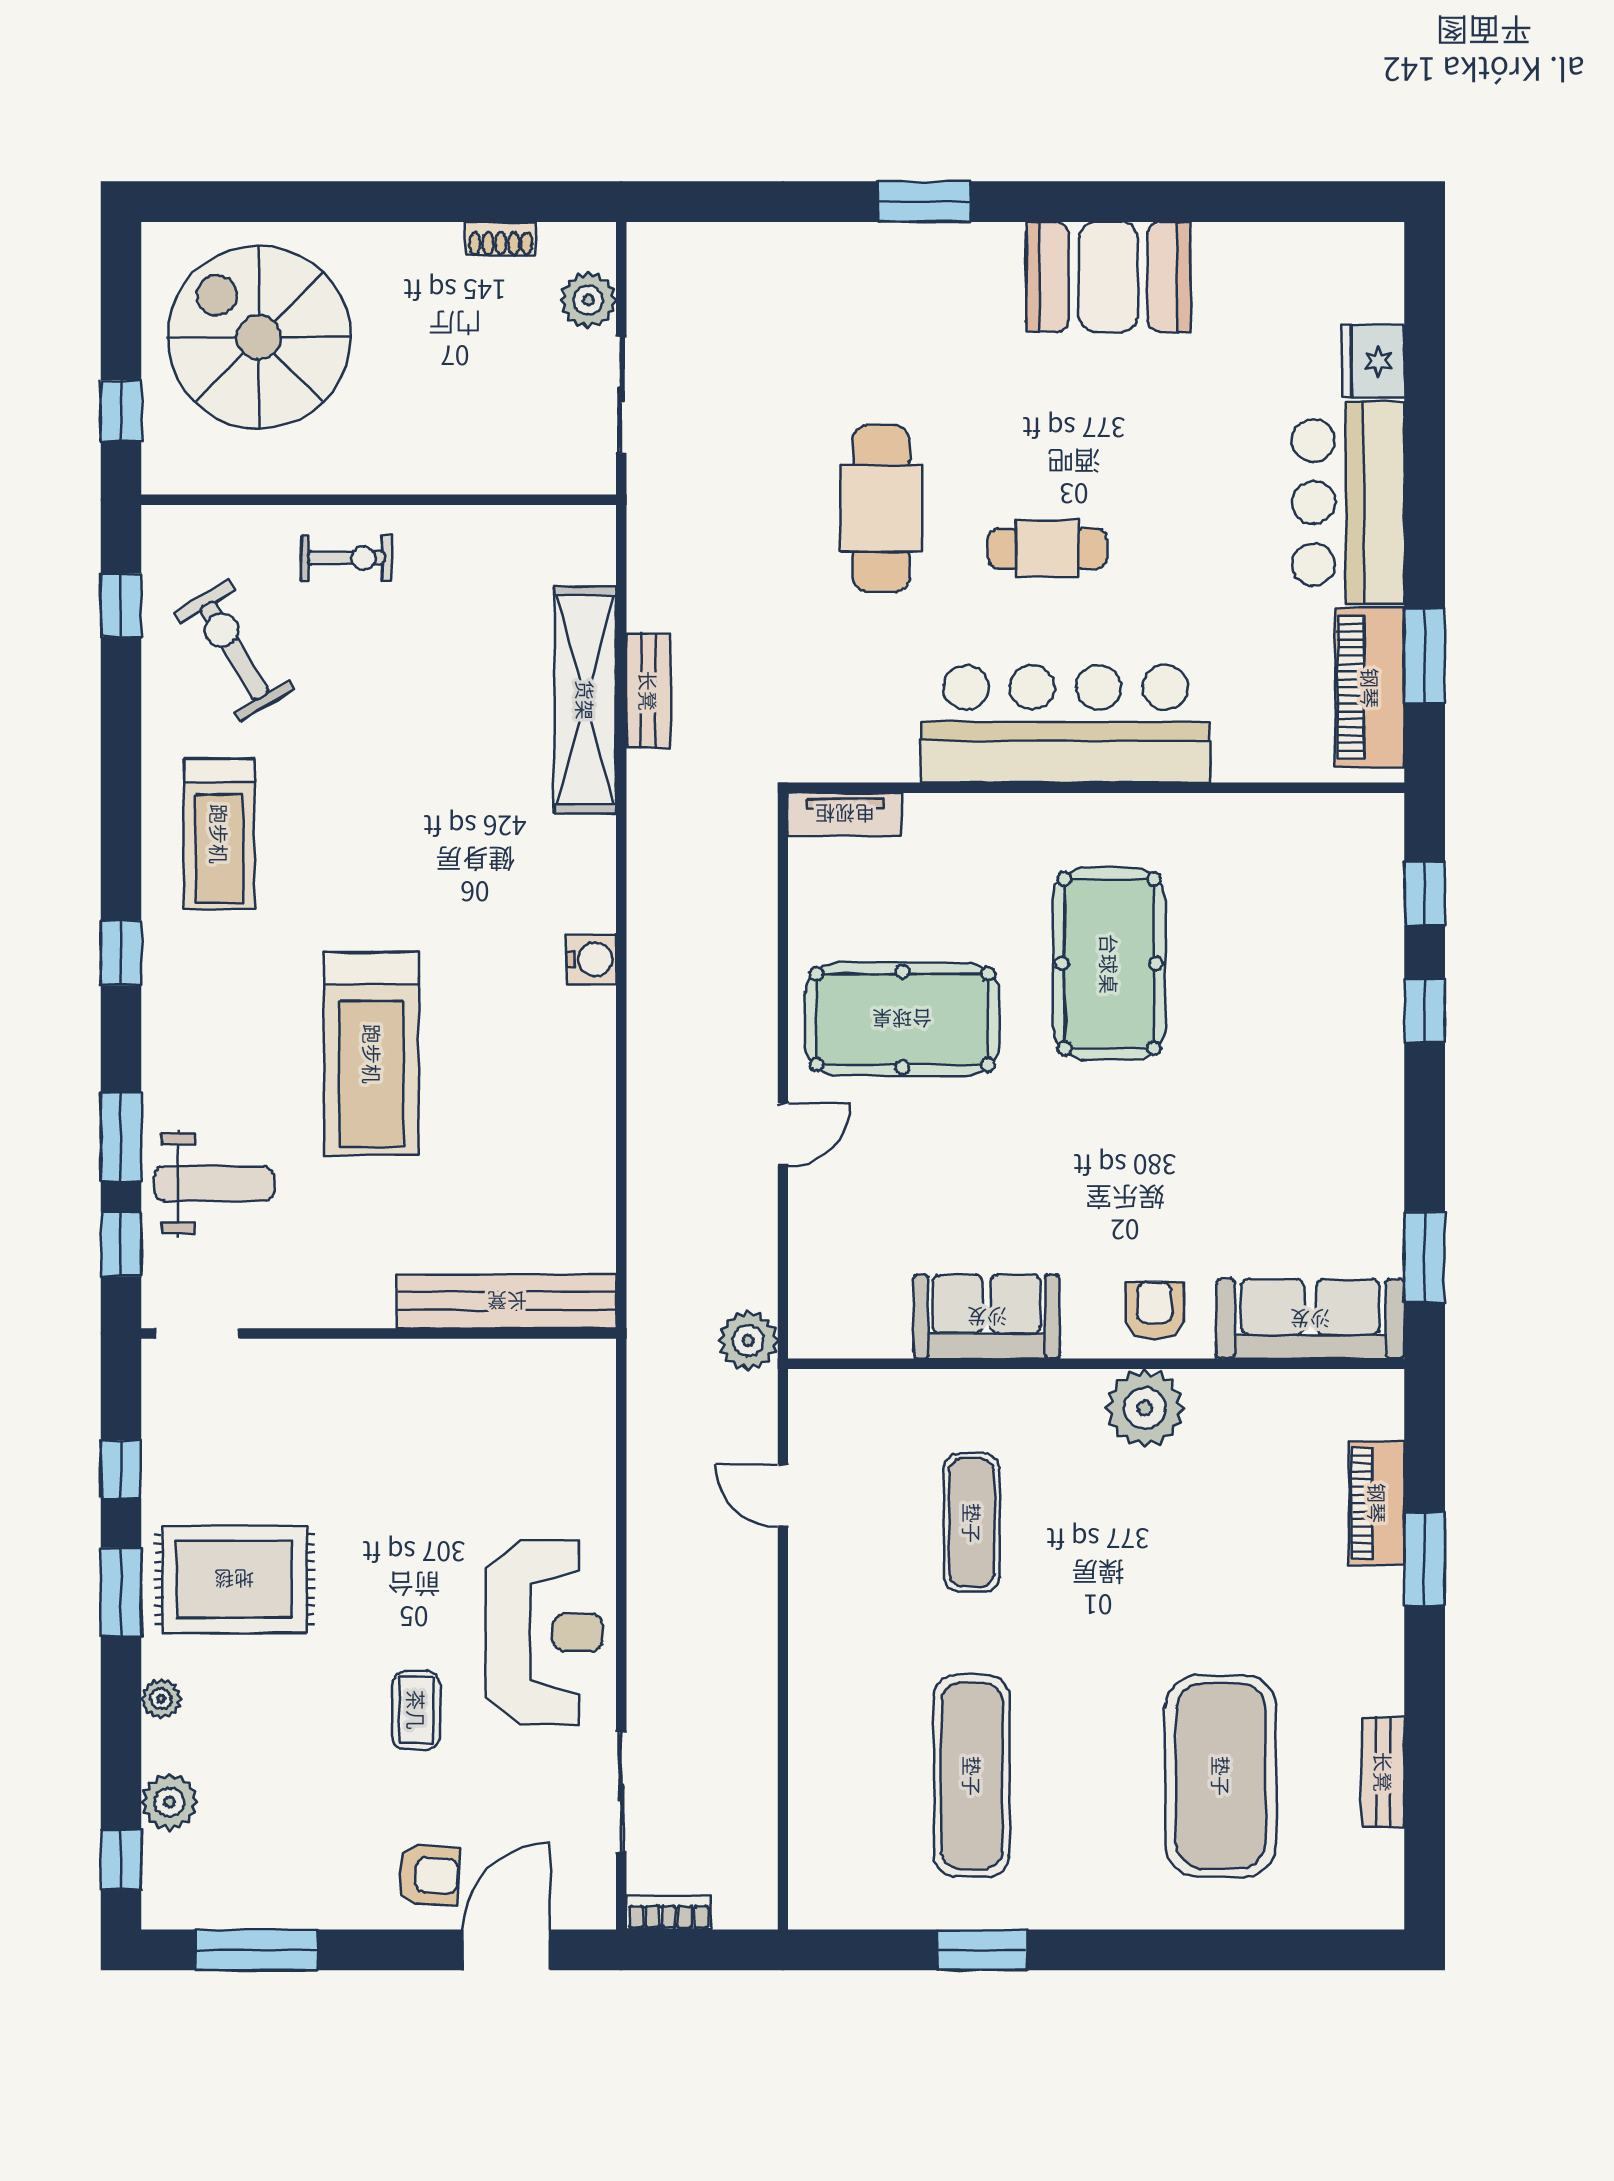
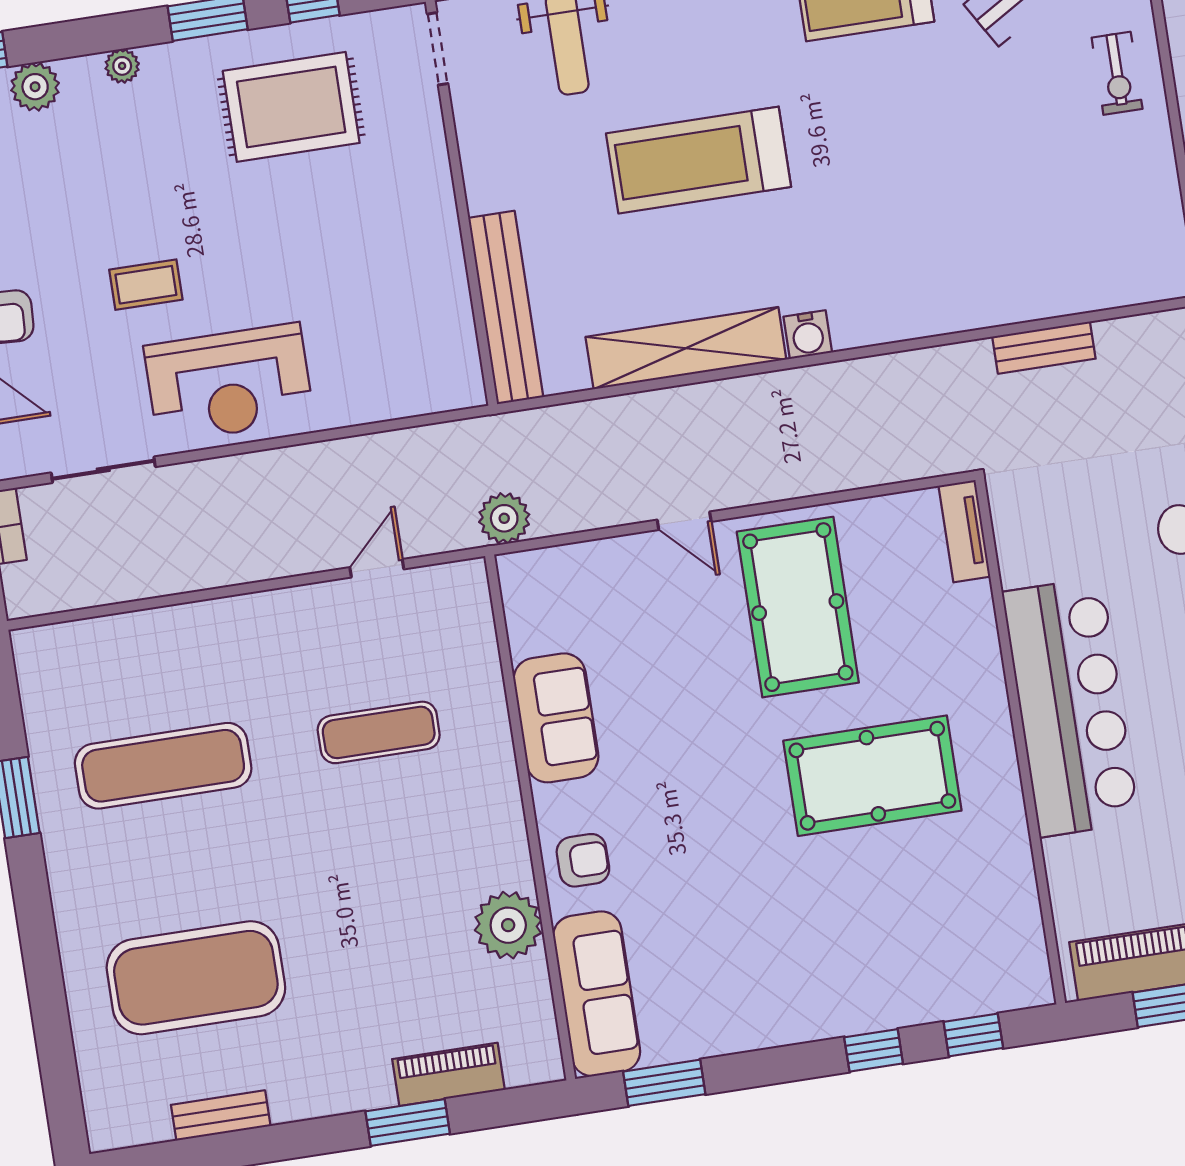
shelving: (585, 700) -> (686, 348), moved
plant: (1145, 1408) -> (508, 925), moved
rug: (234, 1579) -> (291, 107), moved, turned 90

